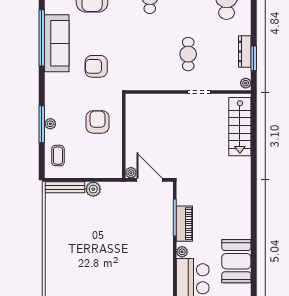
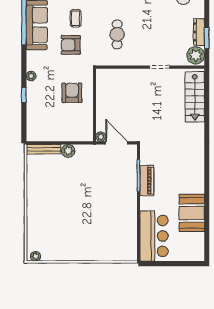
cafe table: (188, 54) -> (117, 34), moved
plant: (246, 83) -> (196, 55), width x1.88, depth x1.88
window: (42, 124) -> (24, 95), width x0.46
plant: (50, 124) -> (31, 76), moved
coffee table: (58, 156) -> (76, 18), moved
plant: (182, 252) -> (145, 205), removed

